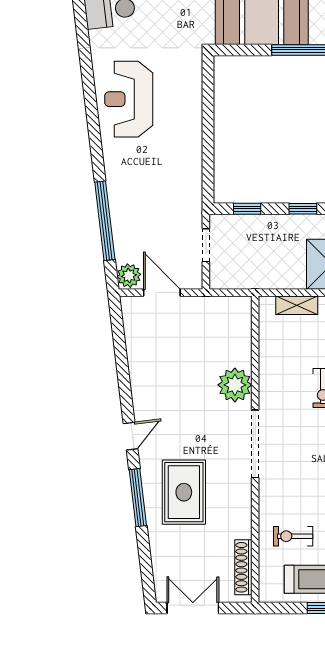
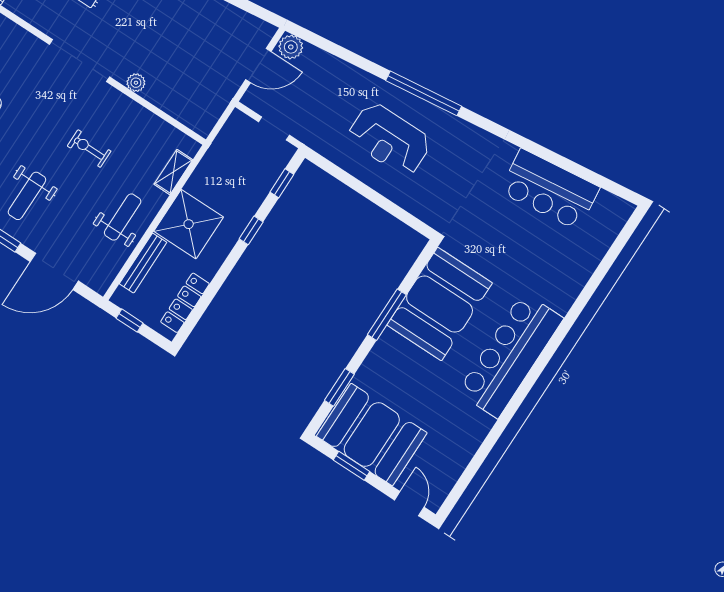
reception desk: (129, 99) -> (389, 139), moved, turned 180
window: (105, 221) -> (424, 93), moved
plant: (235, 385) -> (136, 83), width x0.53, depth x0.53

